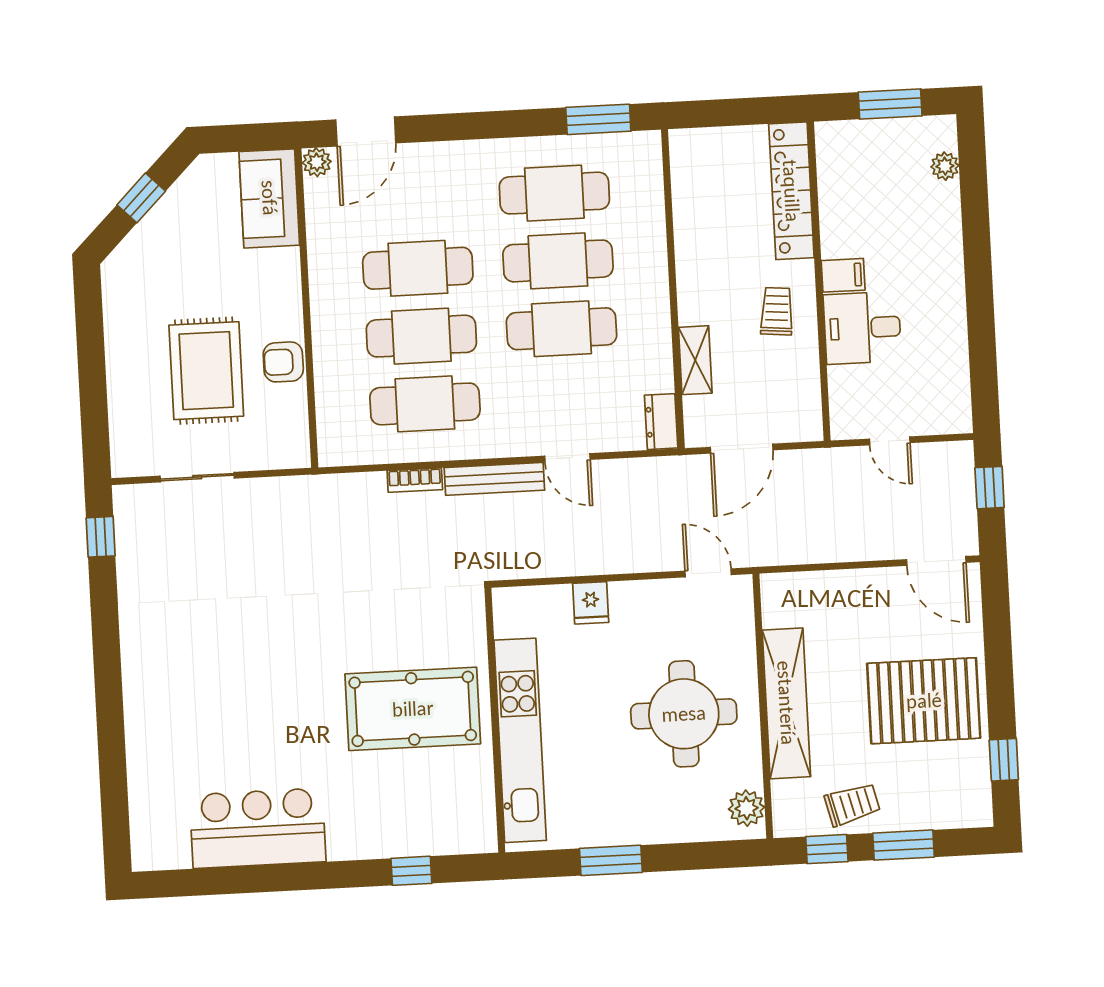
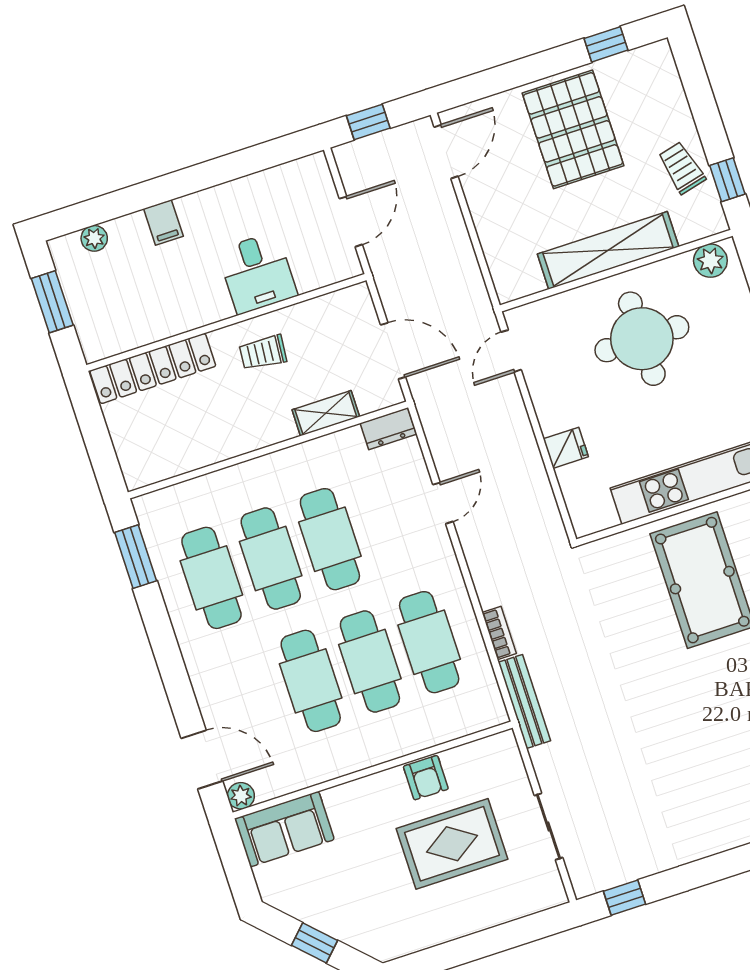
filing cabinet: (843, 275) -> (163, 222), moved, turned 180
door: (890, 441) -> (351, 222), width x1.38
bench: (494, 479) -> (524, 702), moved
window: (903, 845) -> (706, 113), removed

